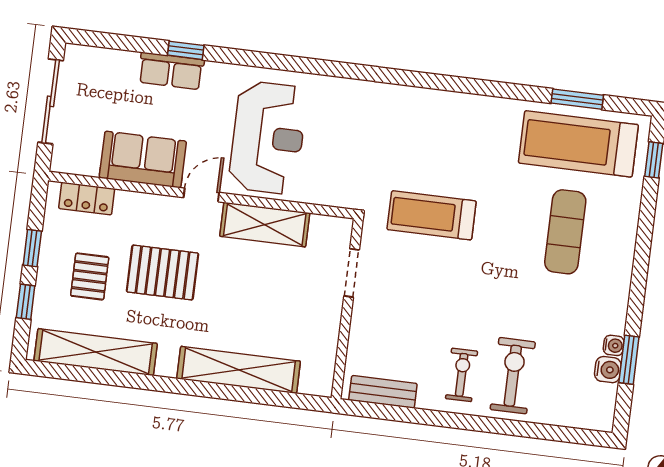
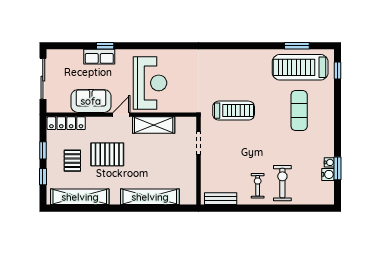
locker: (87, 199) -> (66, 123), width x1.53
treadmill: (432, 215) -> (234, 111), turned 180

